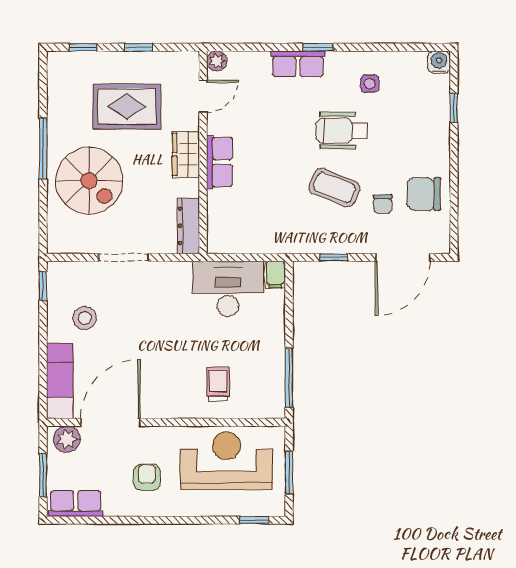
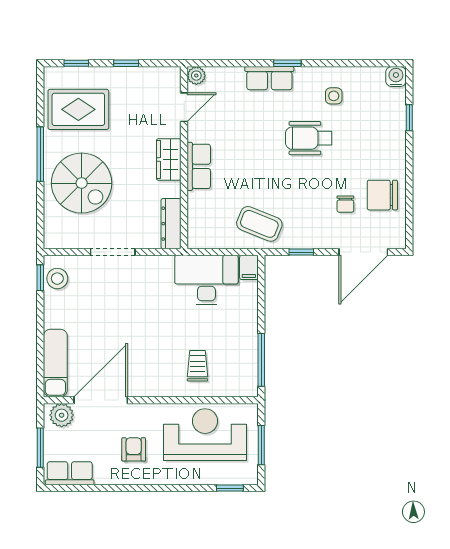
rug: (127, 107) -> (78, 109), moved
coffee table: (334, 188) -> (259, 224), moved
stool: (85, 318) -> (57, 279), moved

